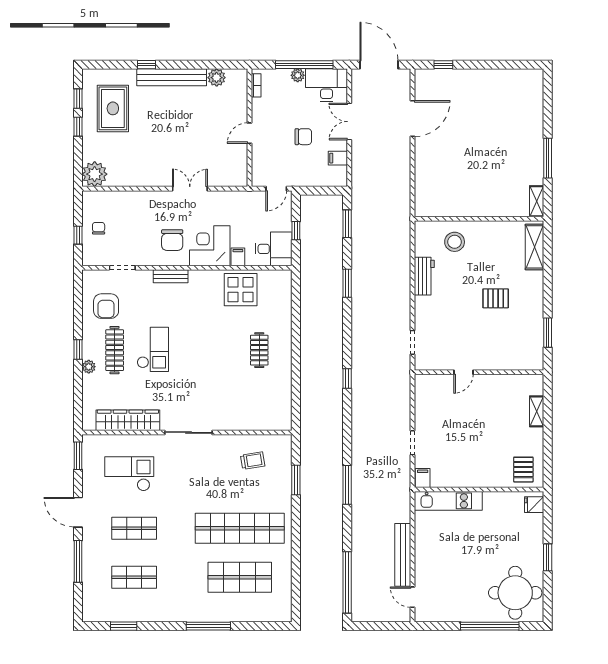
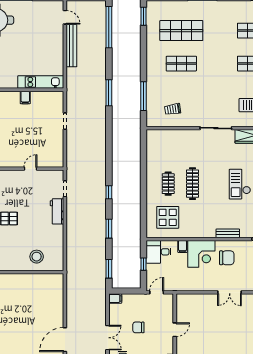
filing cabinet: (338, 158) -> (115, 298), moved
double door: (190, 189) -> (230, 292), moved
chair: (172, 240) -> (227, 258), turned 90
workbench: (424, 276) -> (57, 211), moved
display table: (241, 290) -> (168, 217), moved
clothes rail: (223, 350) -> (193, 184), added
window: (347, 378) -> (109, 192), moved
filing cabinet: (423, 478) -> (25, 97), moved
window: (296, 480) -> (143, 96), width x1.44
shop shelf: (240, 528) -> (181, 64), width x0.50, depth x0.74
window: (296, 598) -> (143, 16), added

